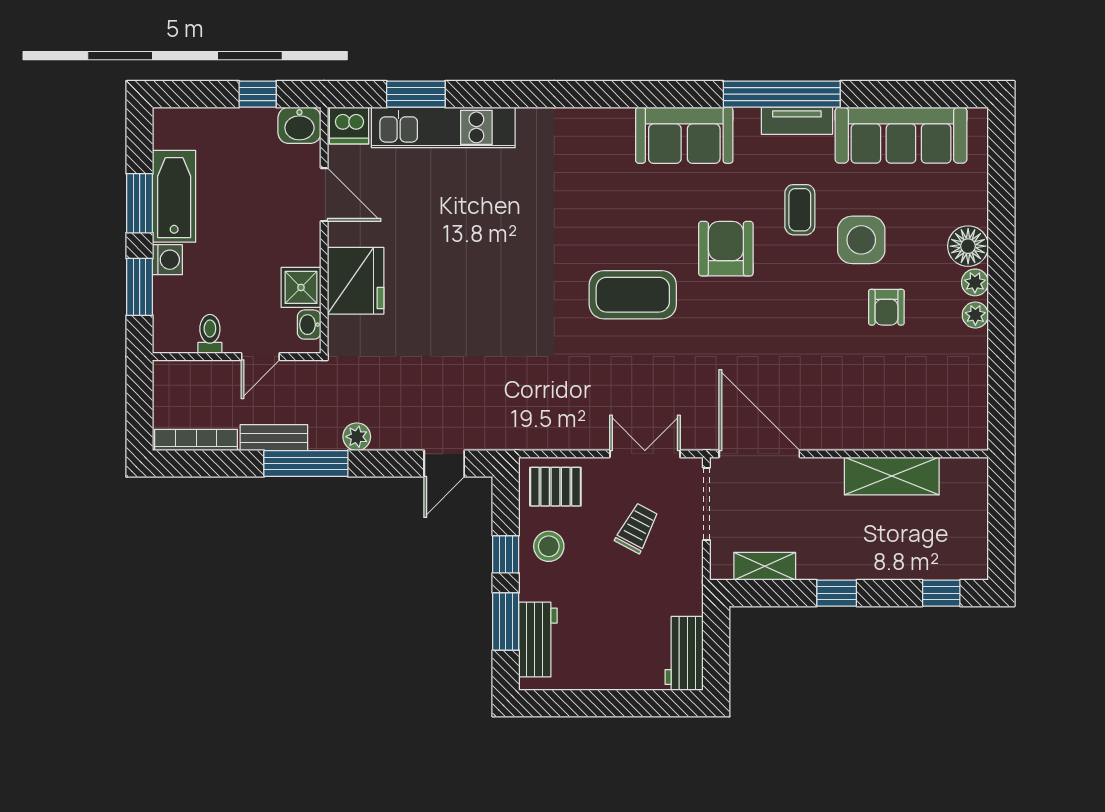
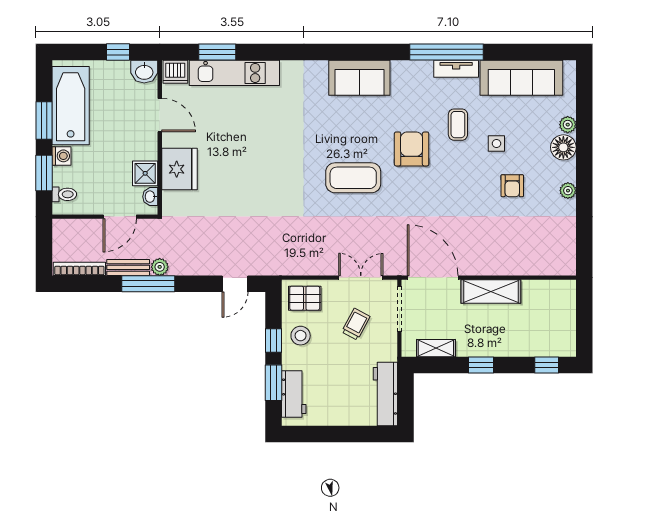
sofa: (684, 135) -> (359, 78), moved
bathtub: (174, 196) -> (71, 106), width x1.36, depth x1.36
side table: (861, 240) -> (496, 144), width x0.54, depth x0.54
plant: (975, 282) -> (568, 125), moved
toilet: (210, 334) -> (64, 194), moved, turned 90
door: (260, 357) -> (120, 217), width x1.38
plant: (357, 437) -> (160, 267), moved
shelving: (892, 476) -> (491, 292), moved
workbench: (684, 653) -> (385, 394), width x1.38

